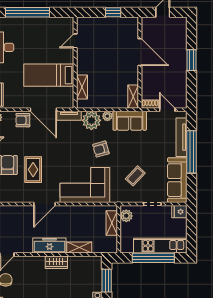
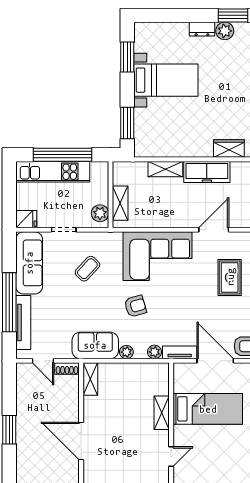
shelving: (82, 87) -> (162, 413), moved
plant: (91, 120) -> (154, 352), width x0.53, depth x0.53
wardrobe: (56, 262) -> (229, 148), moved

